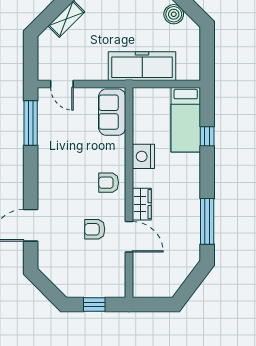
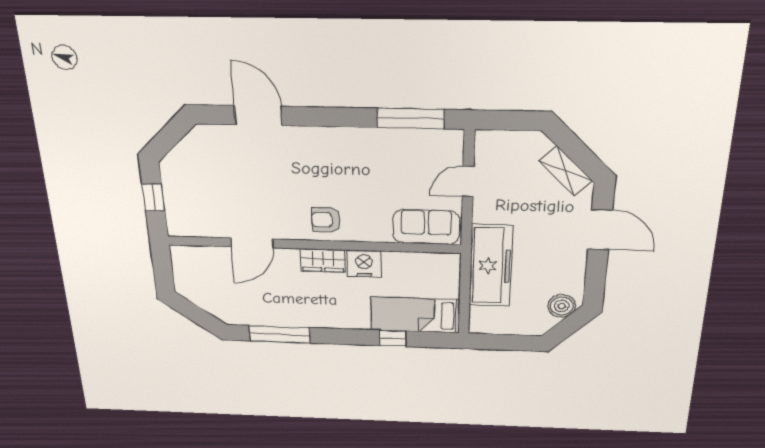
door: (62, 84) -> (468, 181), moved
armchair: (109, 183) -> (326, 220), turned -90
wardrobe: (142, 204) -> (323, 260), moved
armchair: (95, 229) -> (259, 201), removed

